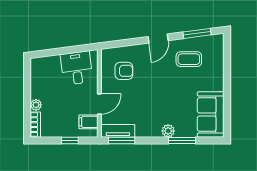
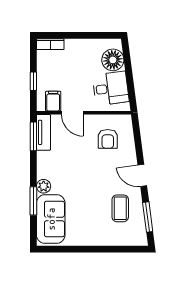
floor lamp: (50, 66) -> (113, 60), added
plant: (36, 105) -> (71, 45), removed
sofa: (211, 115) -> (51, 219), moved, turned 90

